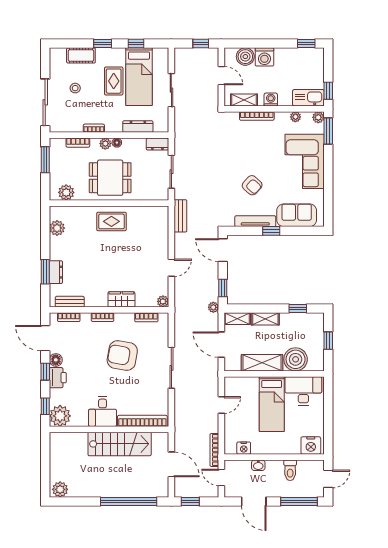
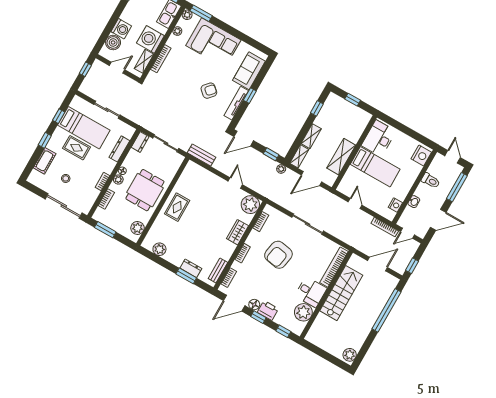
washing machine: (271, 100) -> (150, 39), width x1.89, depth x1.89
plant: (163, 301) -> (250, 205), width x1.88, depth x1.88
boiler: (296, 359) -> (353, 131), removed
plant: (60, 416) -> (303, 312), moved

